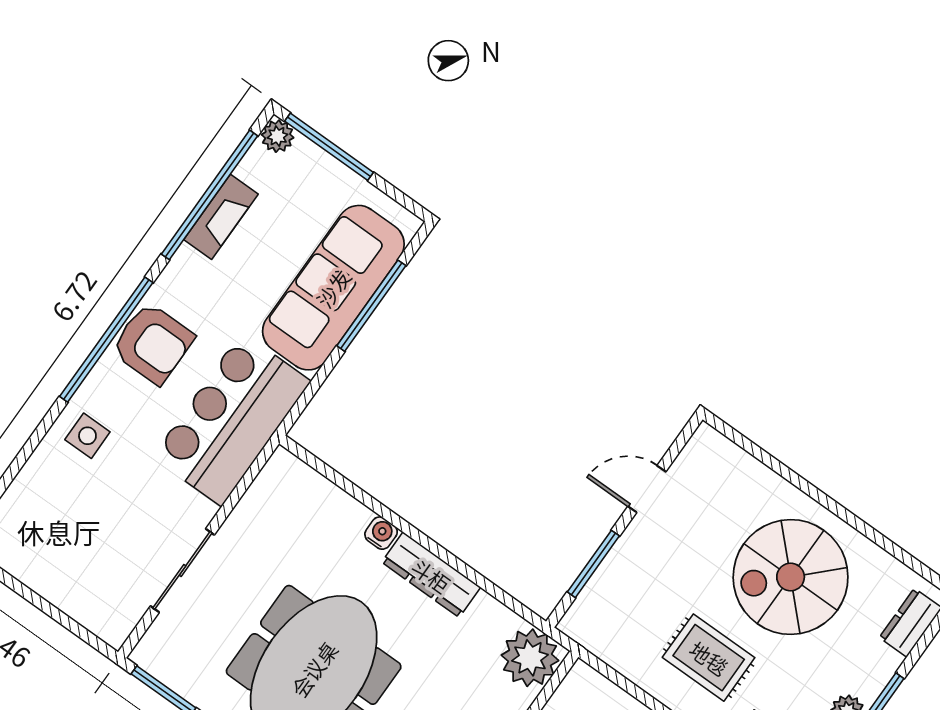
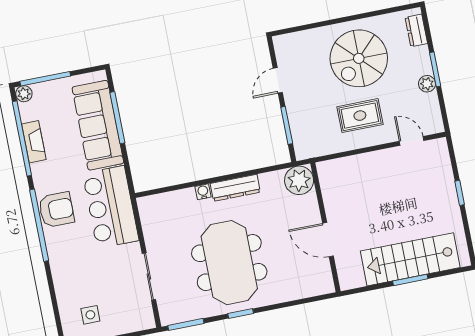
side table: (87, 436) -> (90, 315), moved

